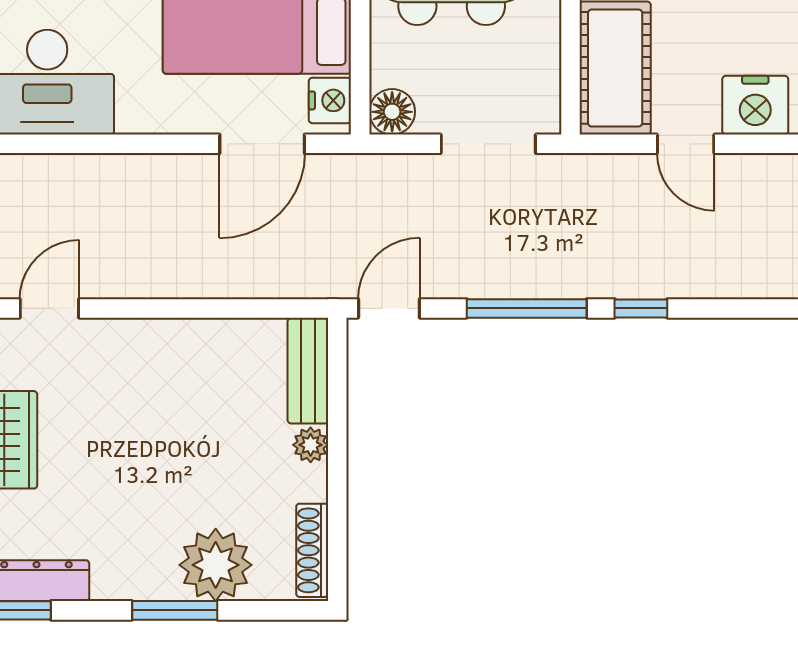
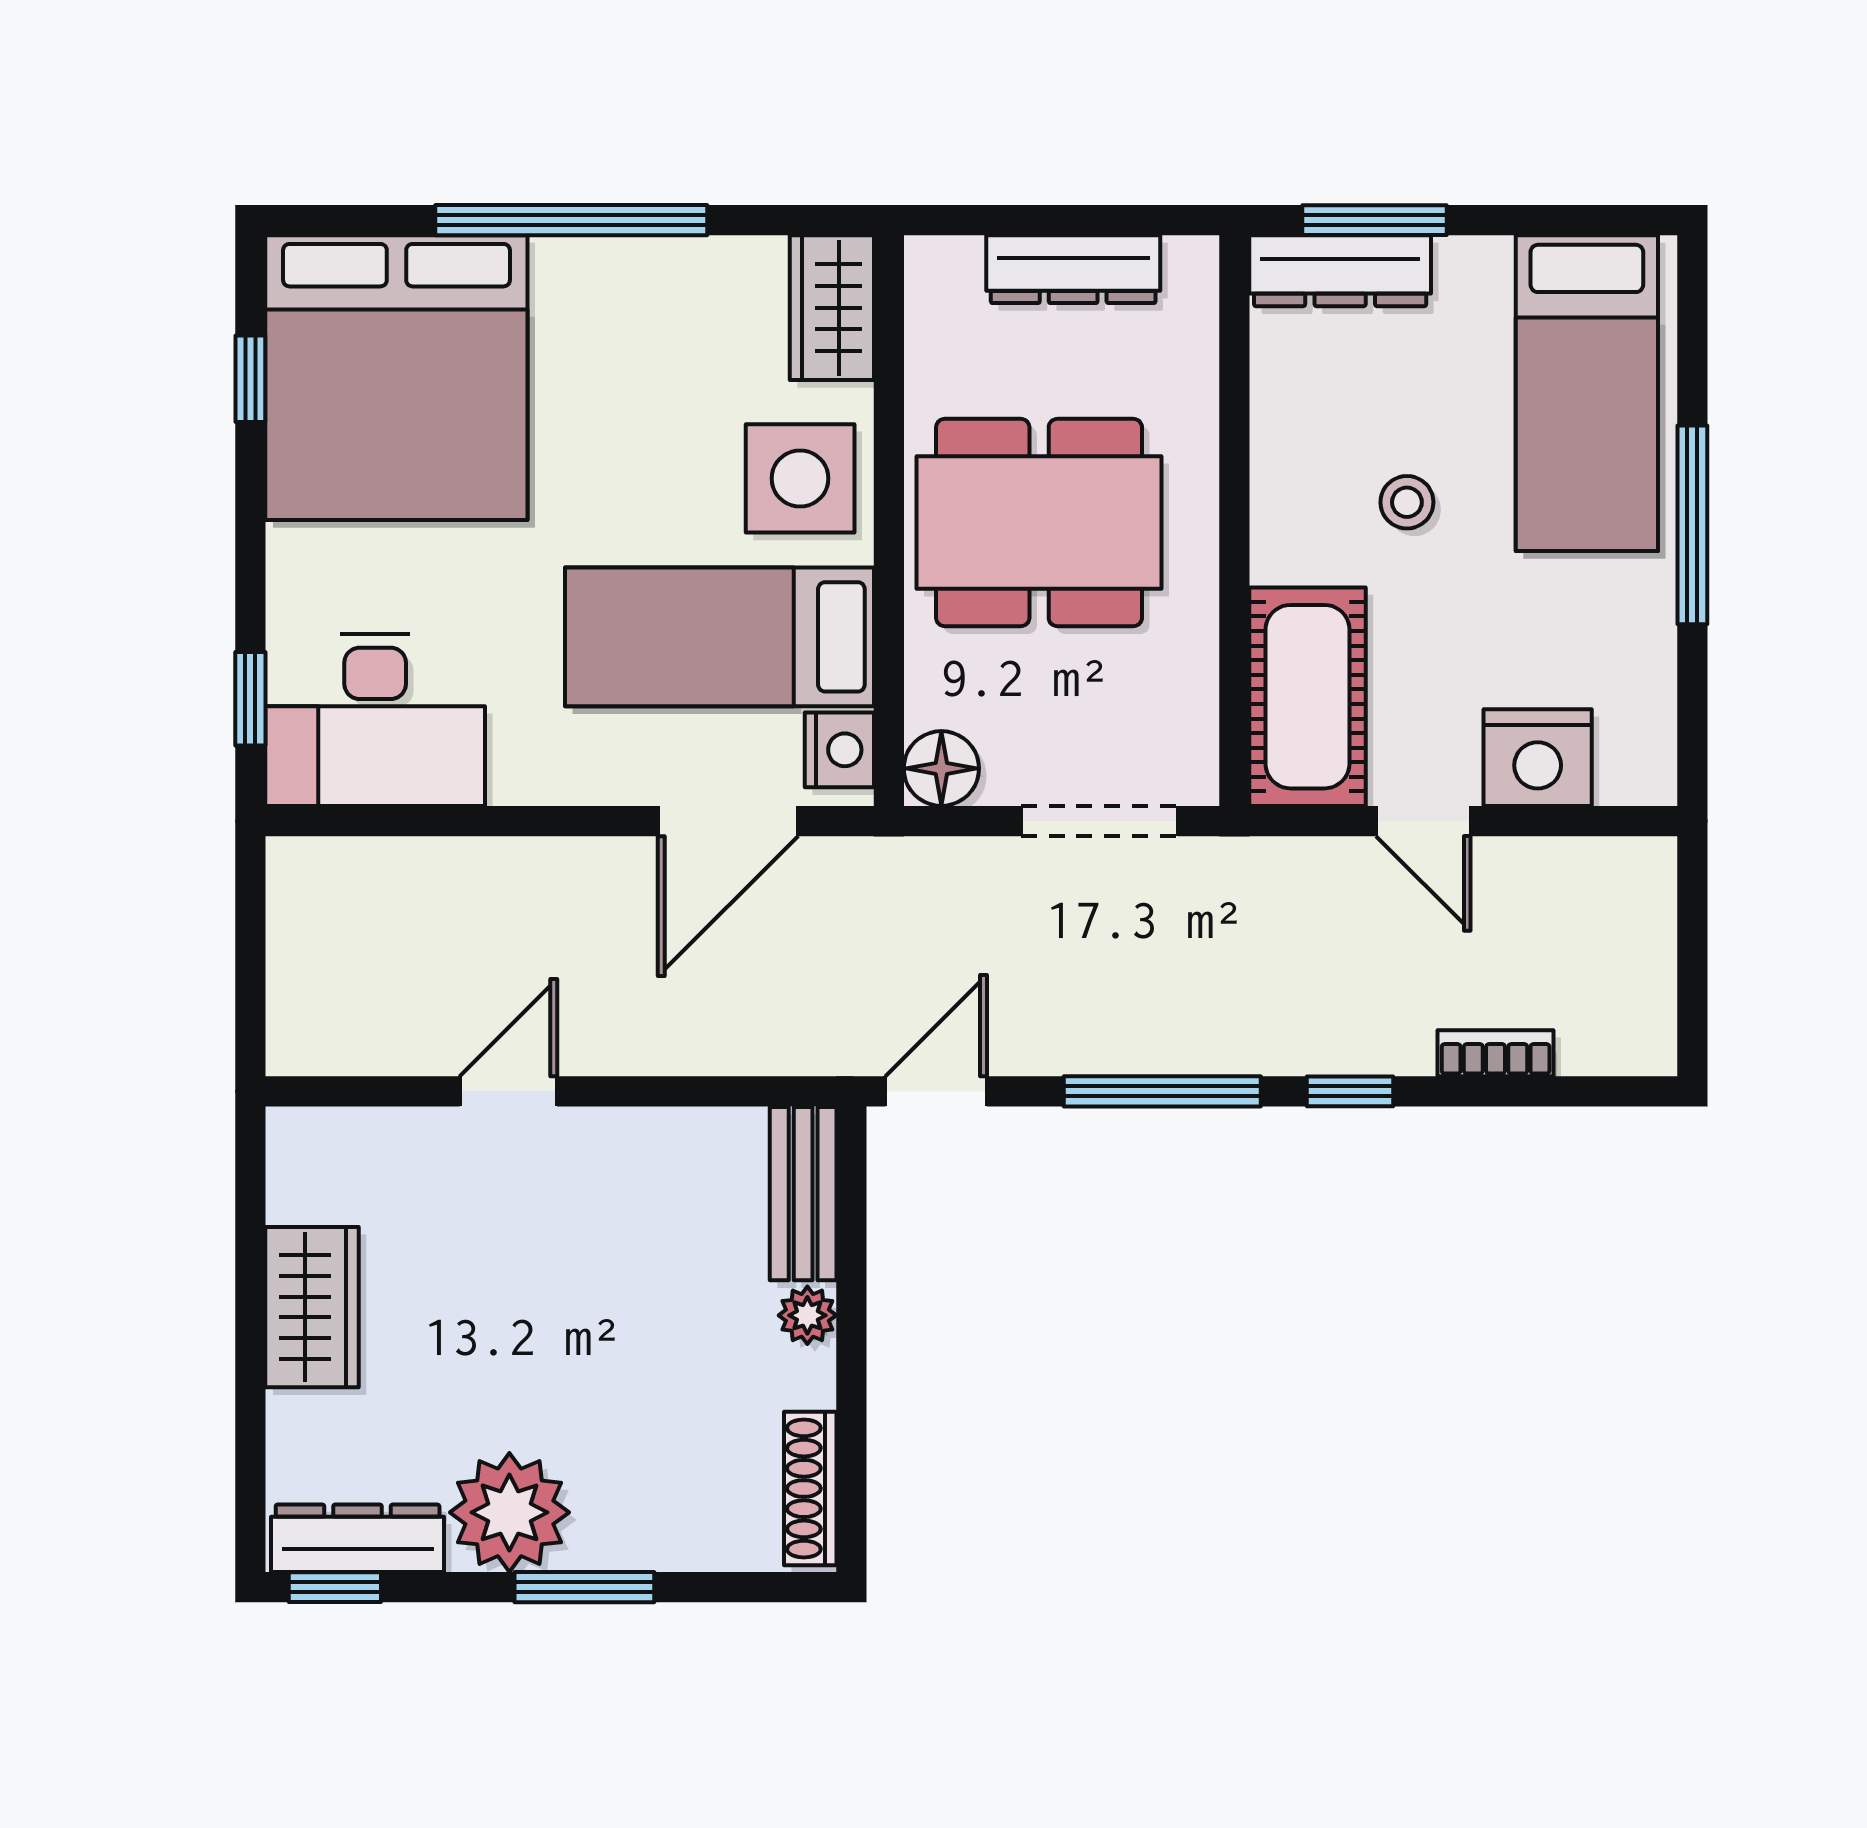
bookcase: (730, 285) -> (1496, 1053), added
door: (49, 308) -> (508, 1091), moved
plant: (216, 565) -> (509, 1512), moved

